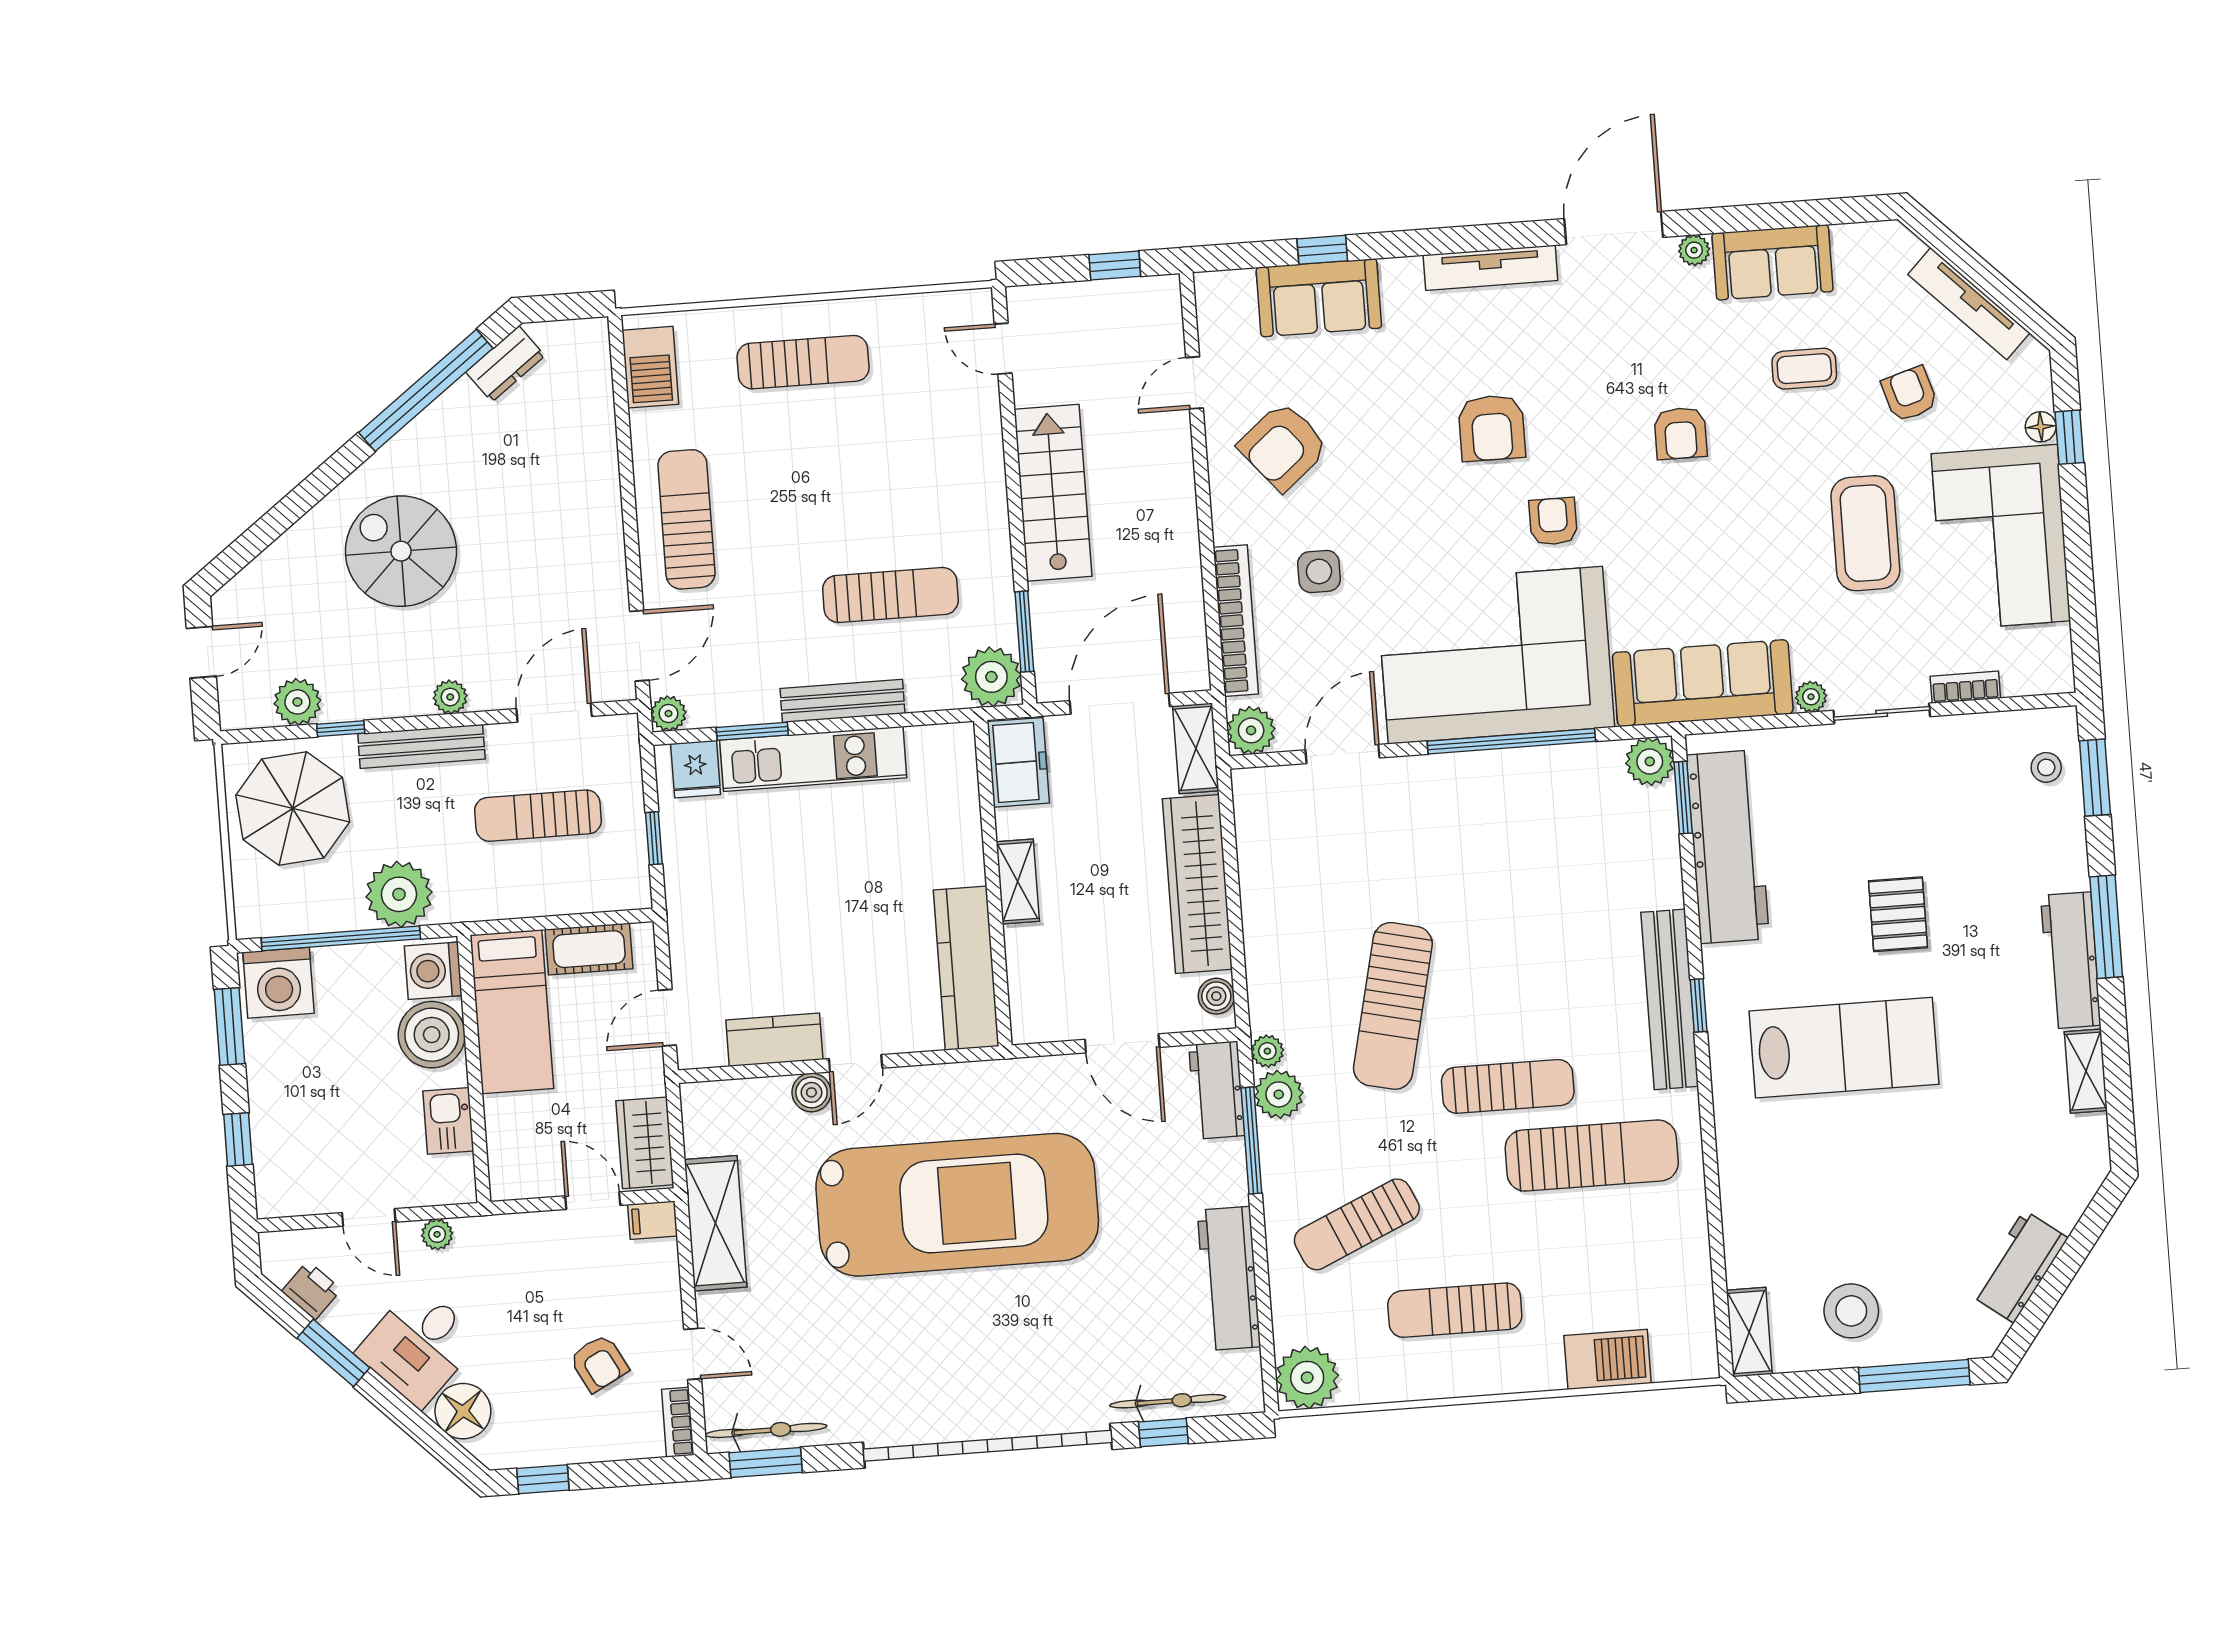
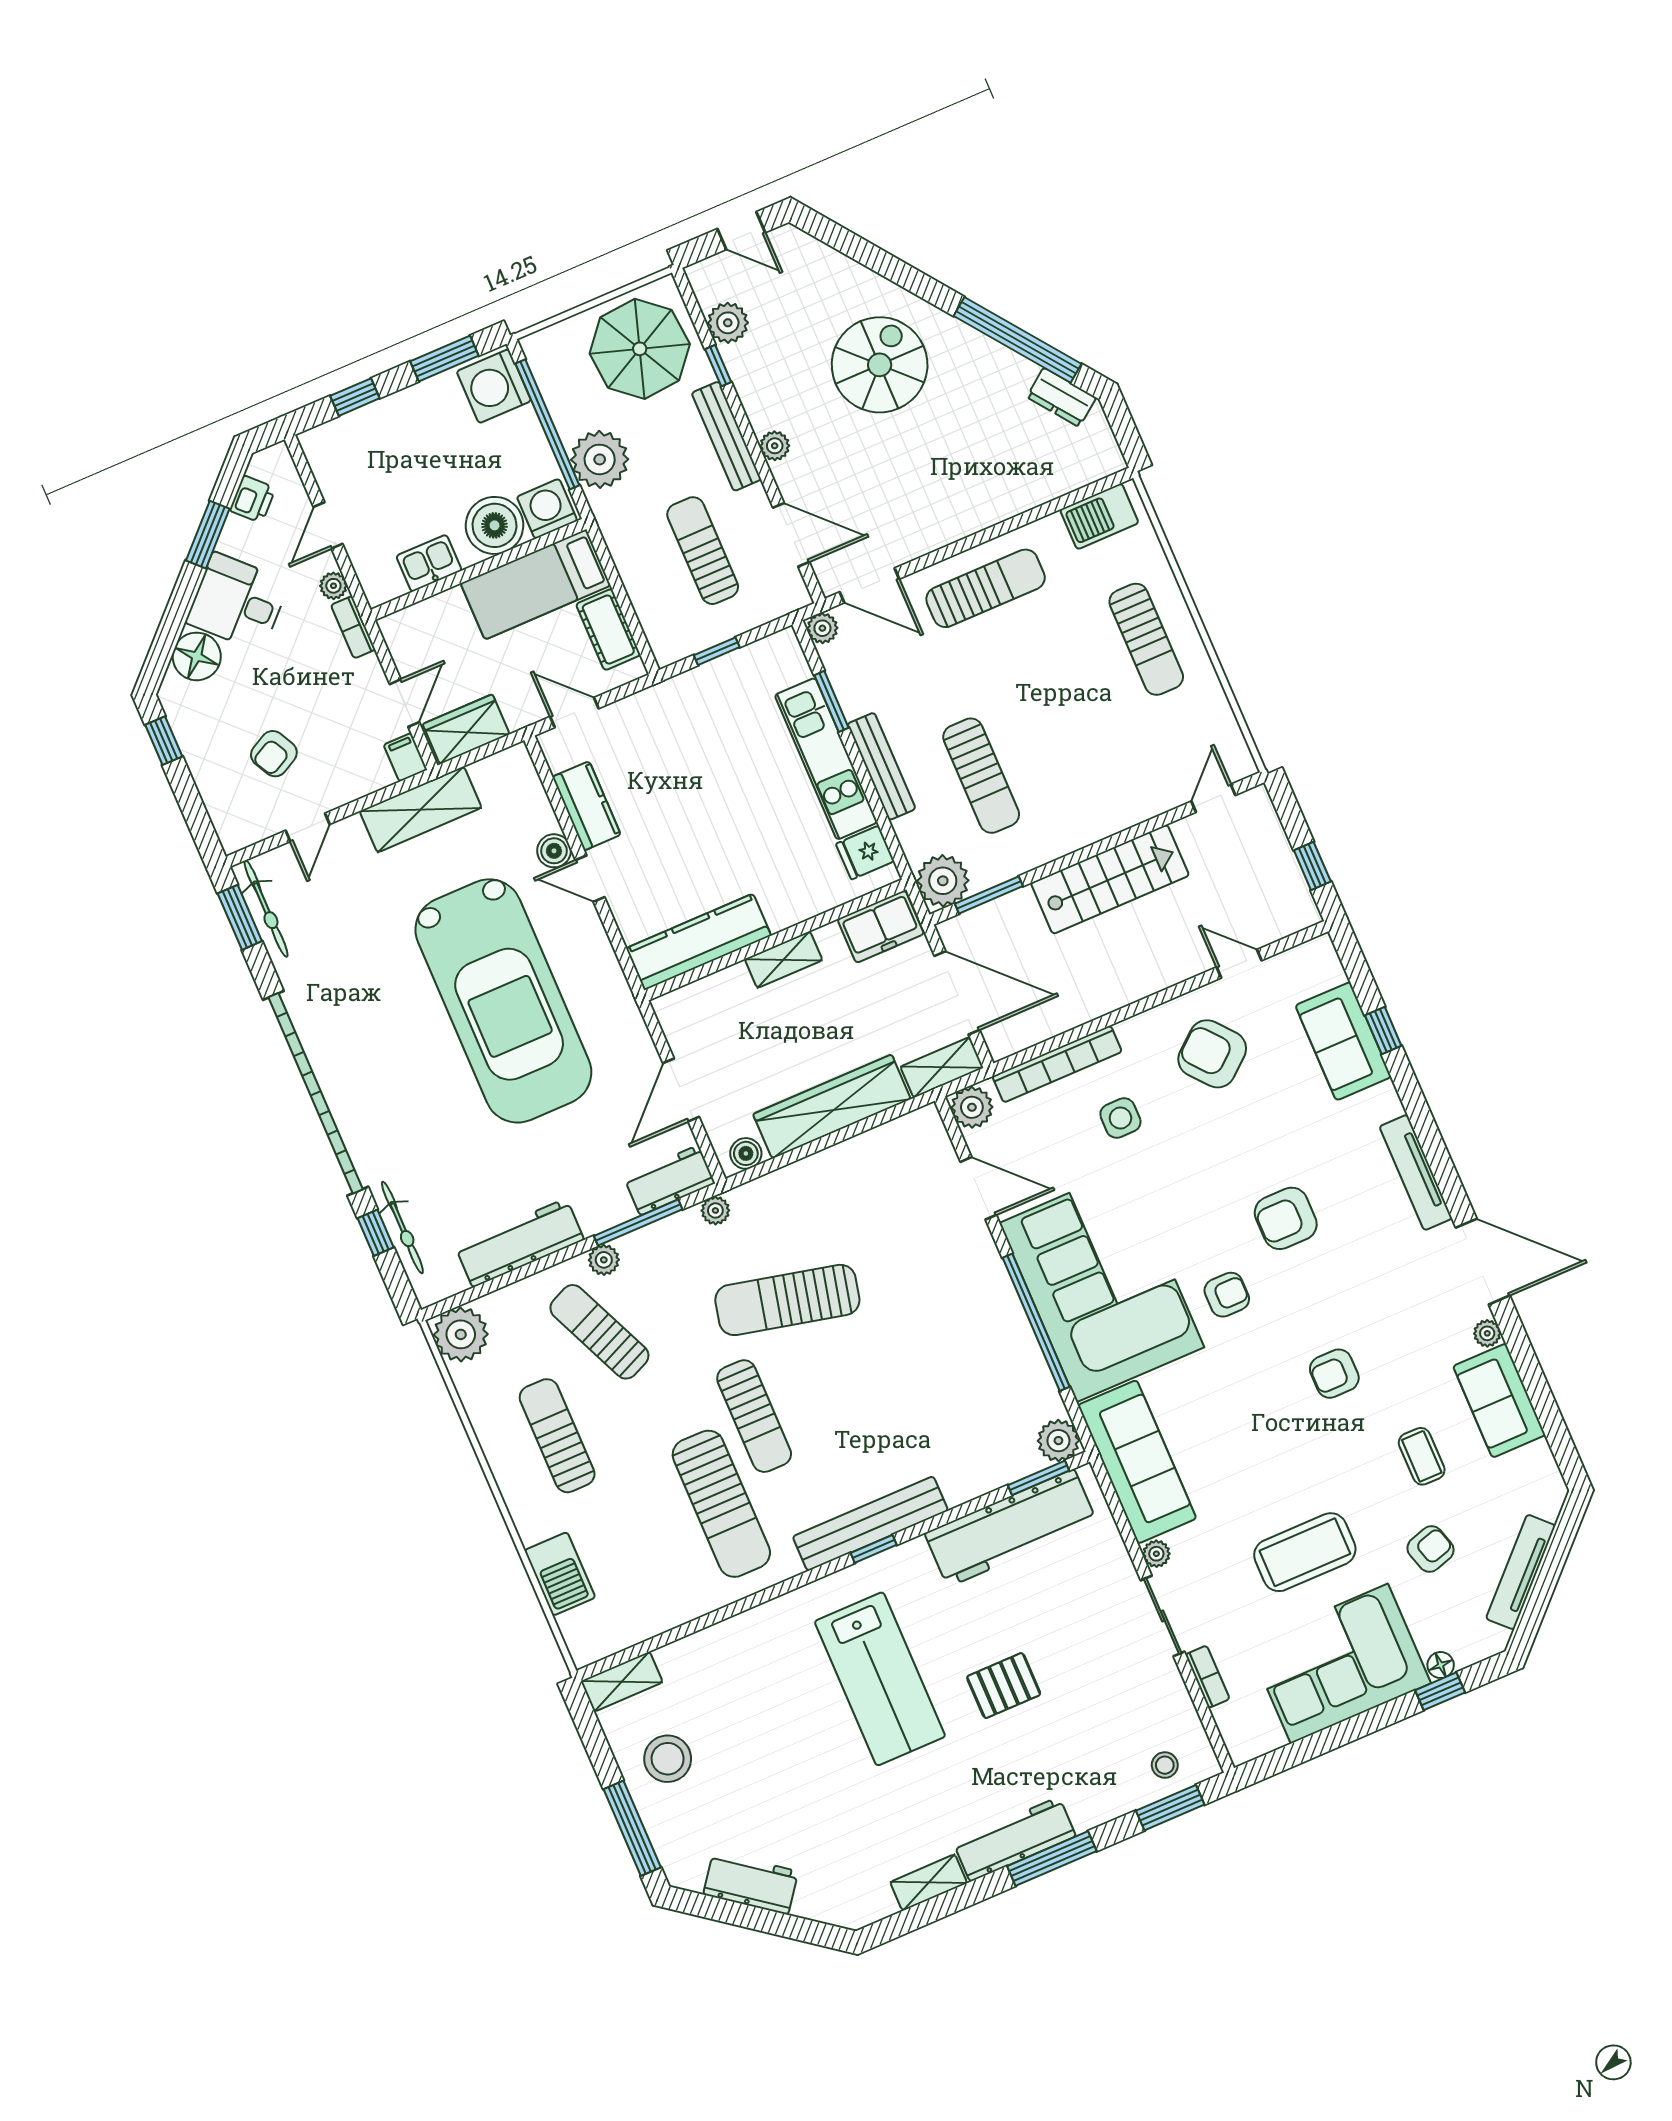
fridge: (696, 769) -> (865, 853), moved
plant: (1279, 1094) -> (604, 1260), moved, width x0.73, depth x0.73
bookcase: (678, 1422) -> (353, 627), moved, turned -90

